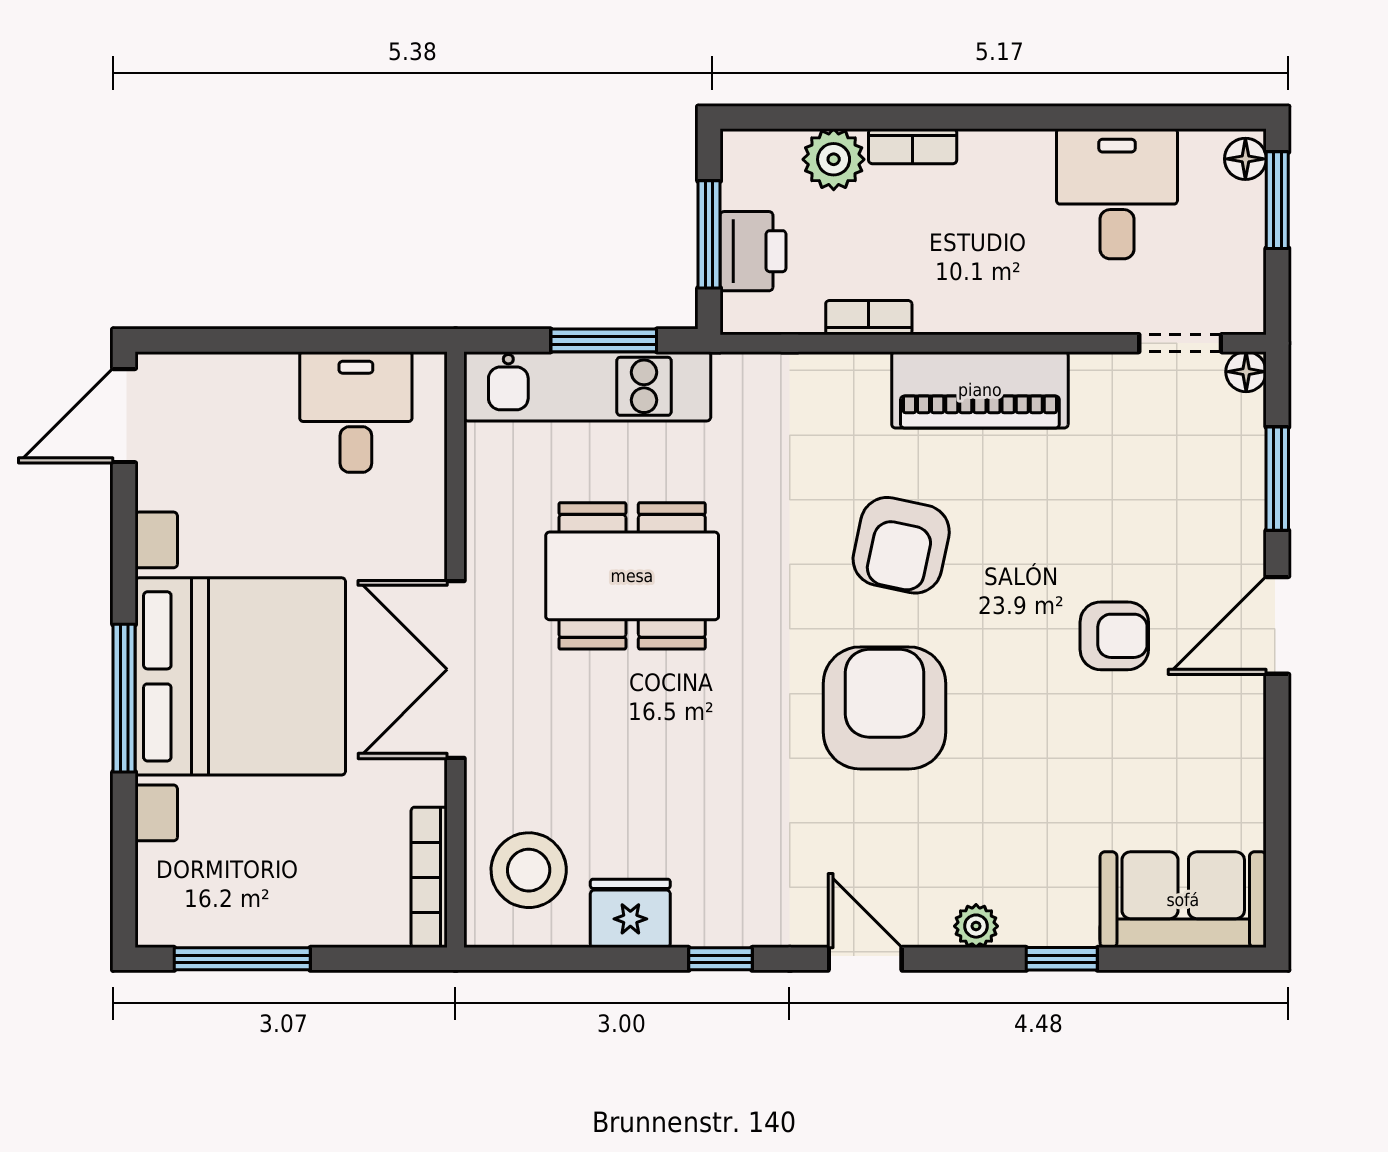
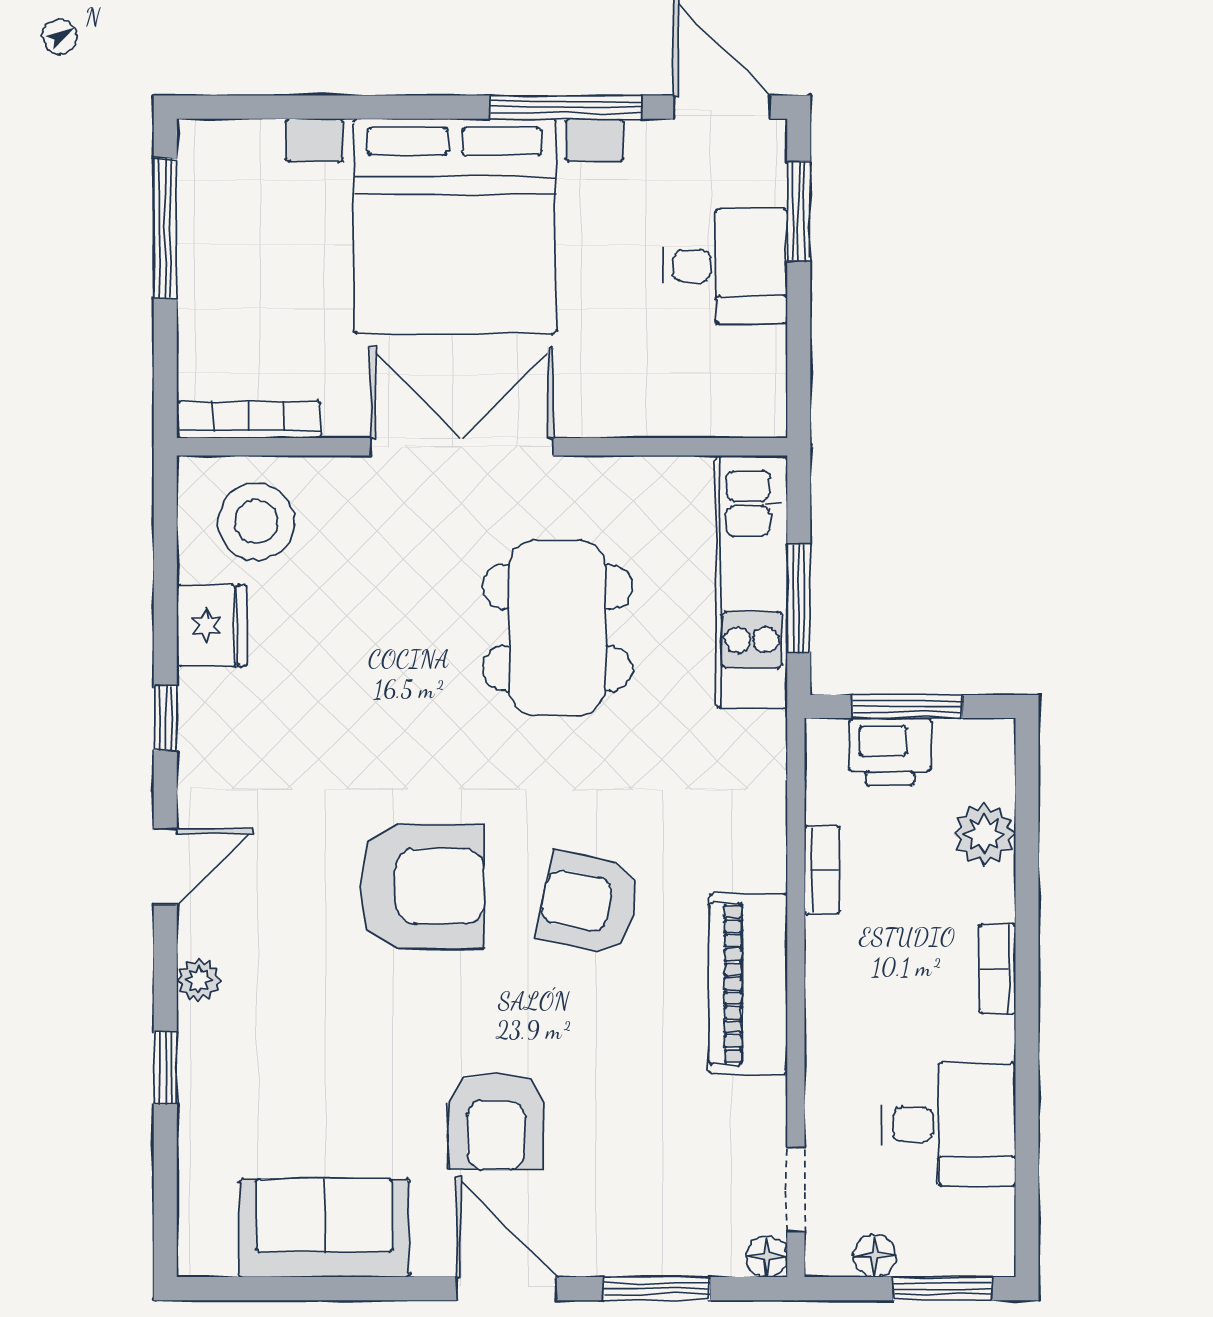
bookcase: (913, 146) -> (998, 969), moved
floor lamp: (1245, 159) -> (875, 1256), moved
window: (225, 340) -> (799, 211), added
desk: (356, 412) -> (725, 266), moved
armchair: (1114, 636) -> (496, 1122), width x1.38, depth x1.38
window: (124, 698) -> (566, 107), moved
sofa: (1183, 900) -> (324, 1228), moved, turned -90

